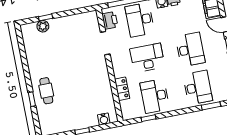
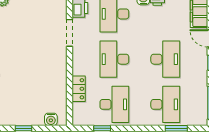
desk: (147, 58) -> (114, 59), turned -90
desk: (155, 96) -> (114, 104), turned 180

